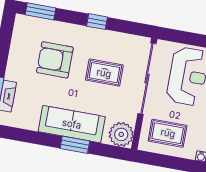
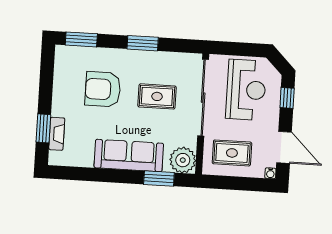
window: (97, 22) -> (143, 43), width x1.50
window: (75, 145) -> (159, 179), moved

